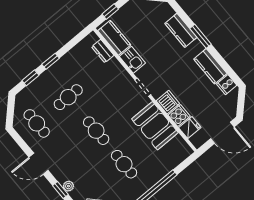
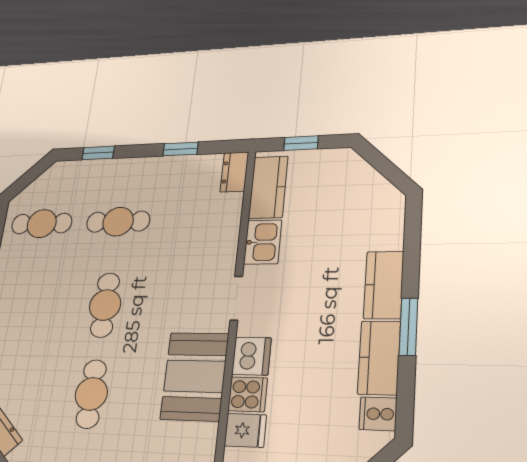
kitchen counter: (181, 30) -> (384, 285), moved
window: (201, 36) -> (408, 326), moved
dresser: (103, 51) -> (234, 172), moved
window: (51, 61) -> (180, 149), moved
cafe table: (37, 123) -> (42, 224), turned 90

